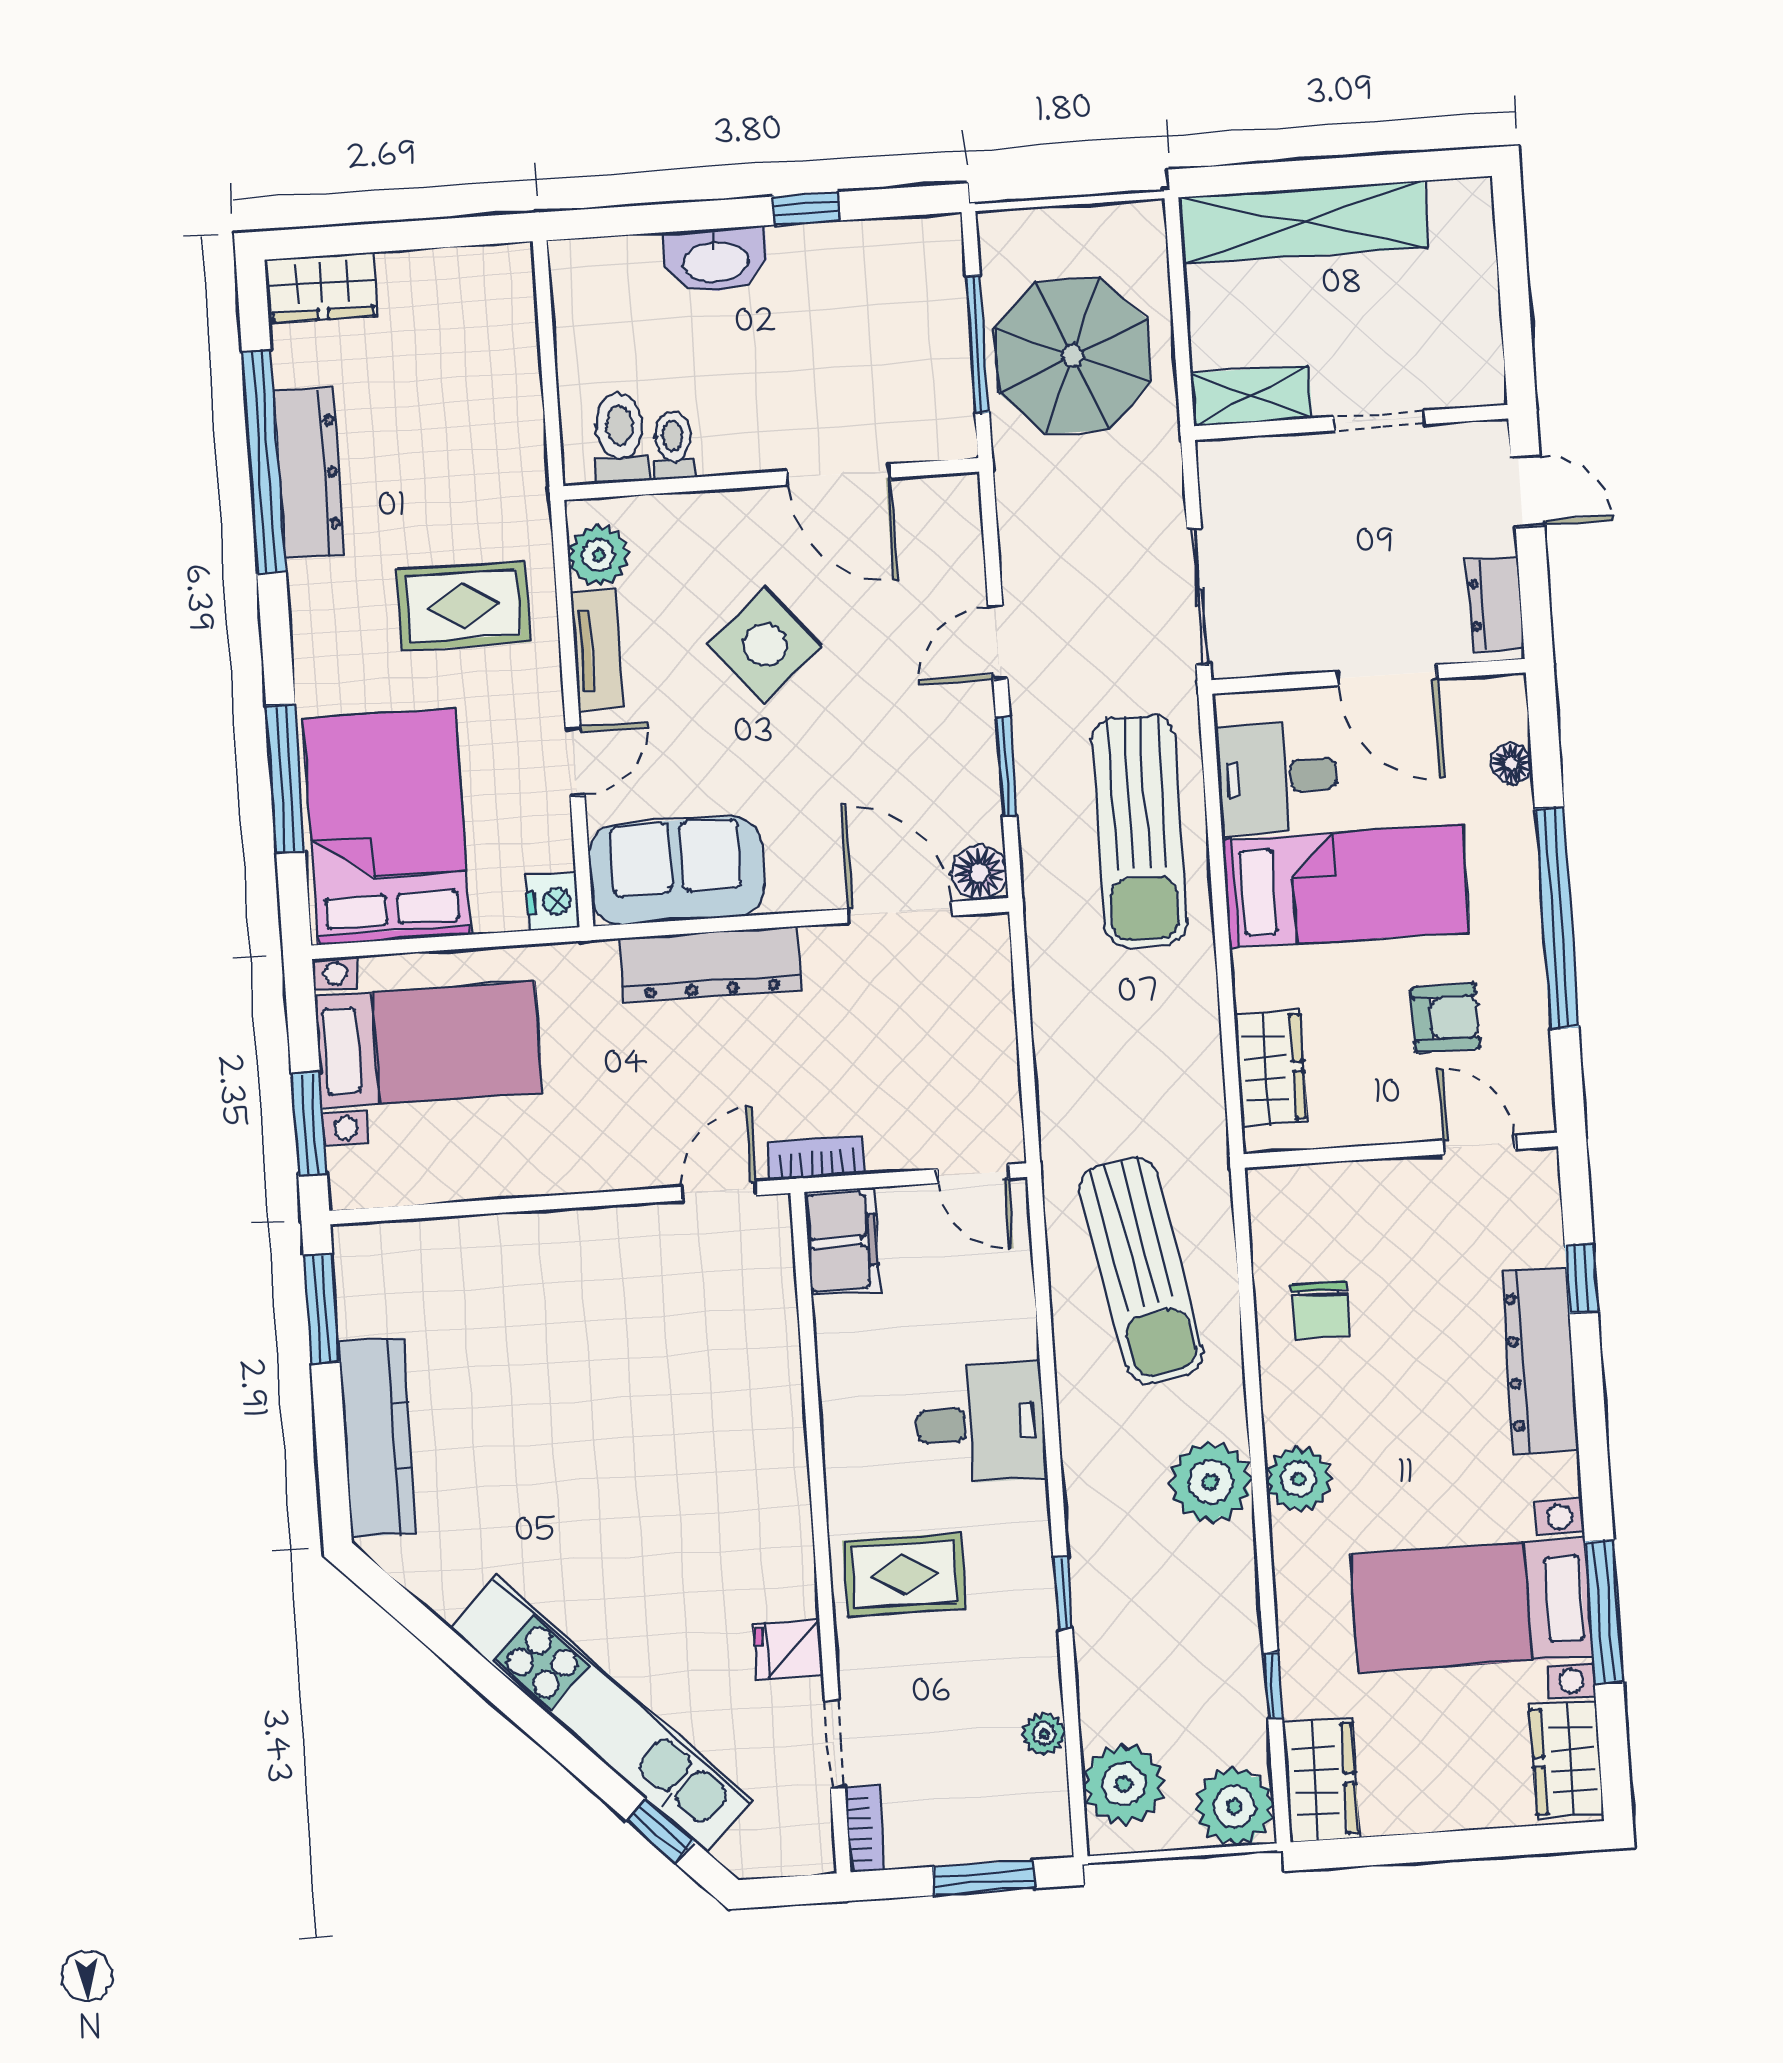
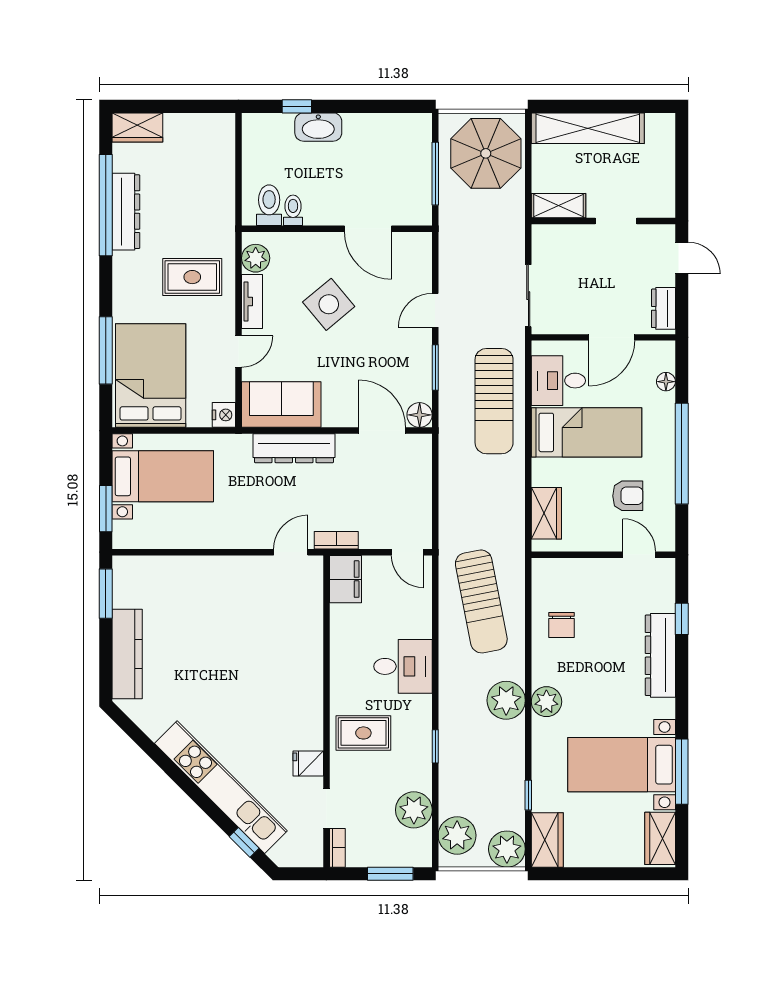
window: (806, 208) -> (297, 106), moved
parasol: (1073, 356) -> (486, 153), moved
door: (1387, 675) -> (612, 337), hinge flipped
plant: (1044, 1734) -> (414, 810), width x1.88, depth x1.88

